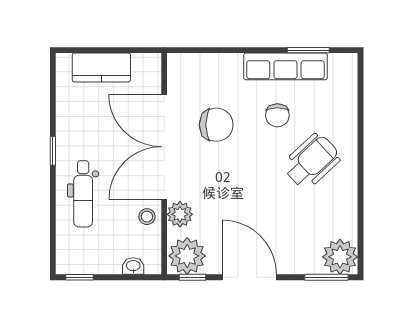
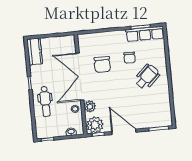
row of seats: (285, 66) -> (145, 34), moved
kitchen counter: (101, 68) -> (35, 52), moved, turned -90
chair: (216, 125) -> (102, 64), turned 90
plant: (340, 257) -> (164, 119), removed

